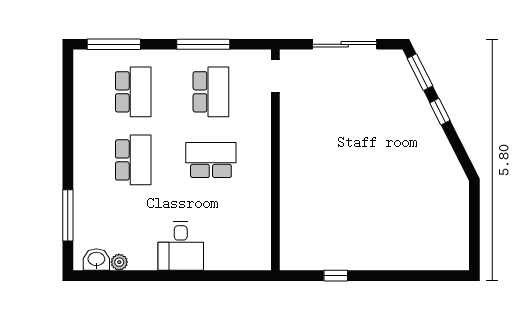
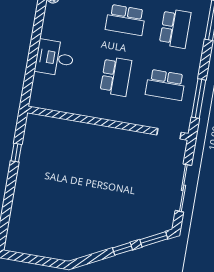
window: (203, 44) -> (199, 99), moved
school desk: (133, 92) -> (175, 28), turned -90
desk: (181, 246) -> (55, 58), moved

